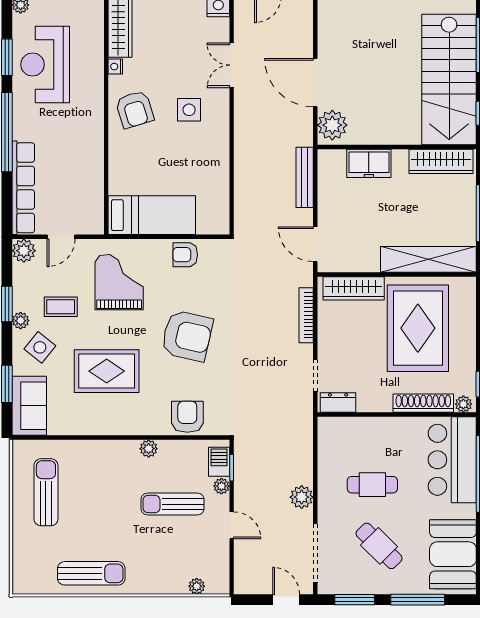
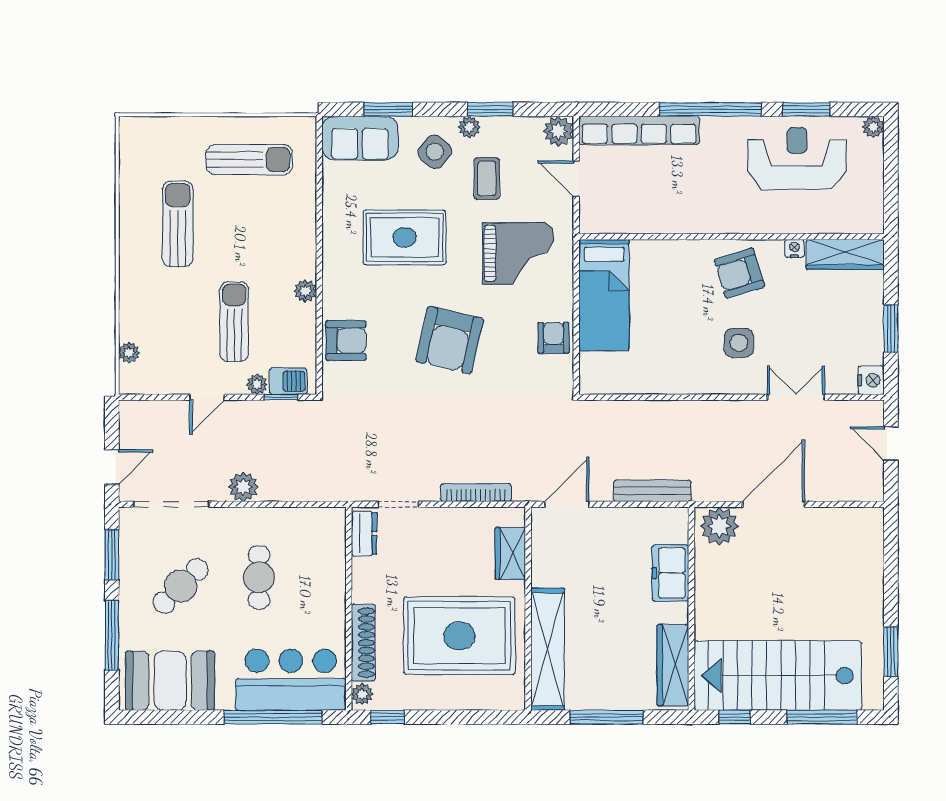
wardrobe: (354, 288) -> (510, 553), width x0.67
rug: (107, 371) -> (405, 237), turned 90
sun lounger: (91, 573) -> (178, 224), moved, turned 180

